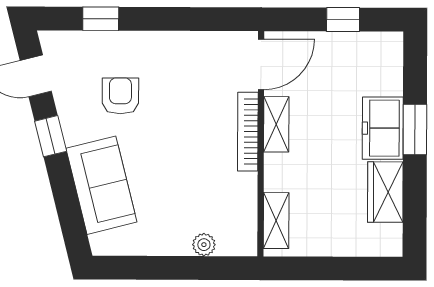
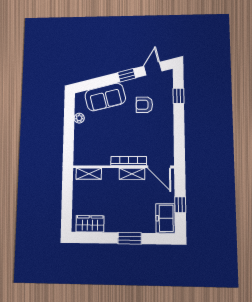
armchair: (120, 96) -> (144, 105), turned 180
freezer: (383, 128) -> (165, 218), moved, turned -90
wardrobe: (385, 192) -> (90, 224), moved
plant: (204, 245) -> (79, 118), moved

